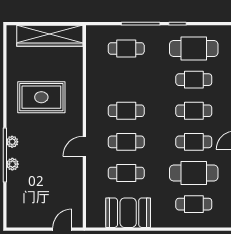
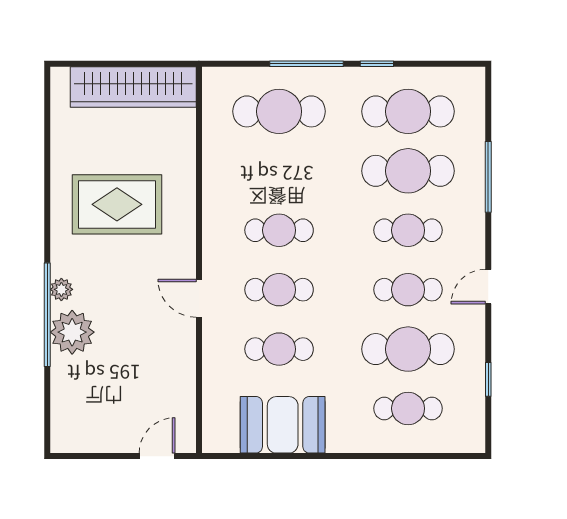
cafe table: (126, 49) -> (279, 111), width x1.37, depth x1.35
cafe table: (194, 80) -> (408, 171), width x1.37, depth x1.35
door: (84, 146) -> (199, 298), hinge flipped
plant: (12, 164) -> (72, 332), width x1.87, depth x1.87

